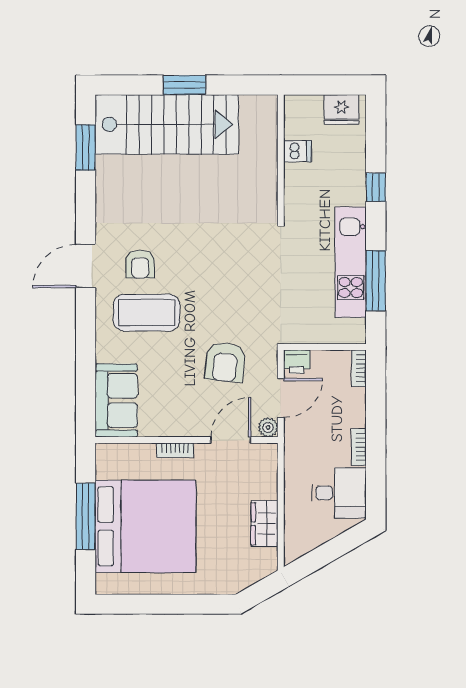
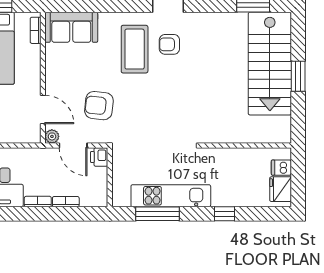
dishwasher: (297, 151) -> (281, 168), moved, turned 90
bookcase: (359, 368) -> (66, 202), moved
bookcase: (175, 450) -> (36, 30), moved

